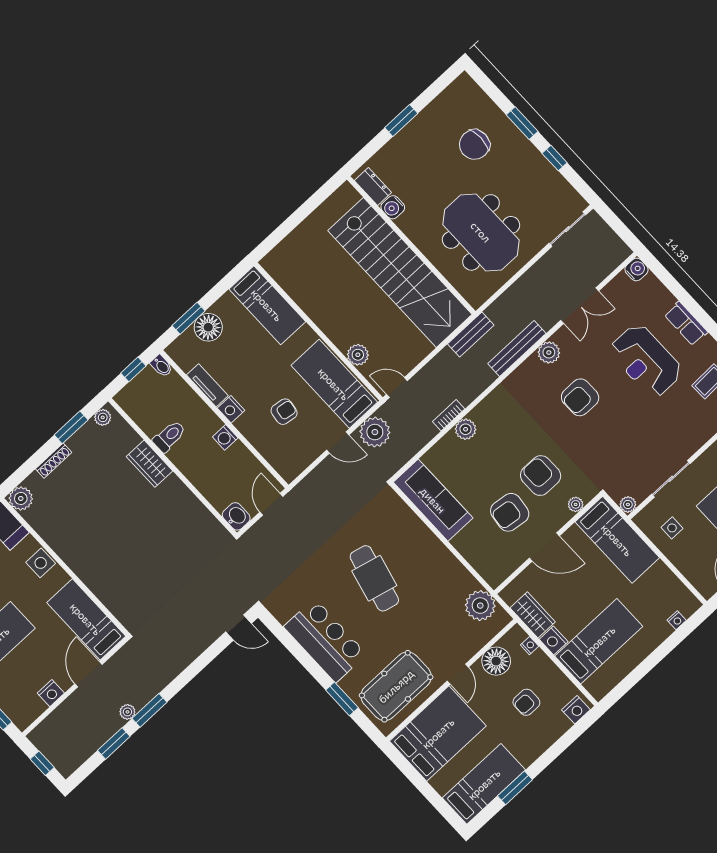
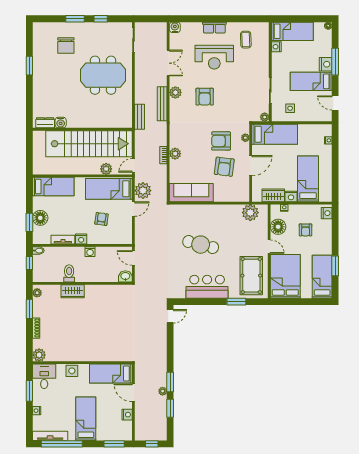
dresser: (373, 186) -> (45, 123), moved
water cooler: (393, 207) -> (61, 123), moved
wall: (411, 245) -> (82, 129), moved
stairs: (400, 273) -> (89, 144), moved

